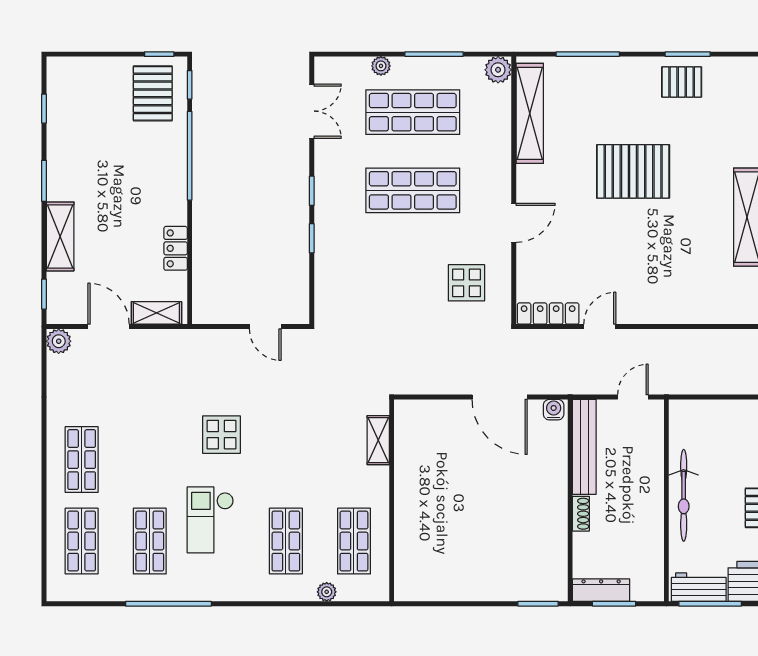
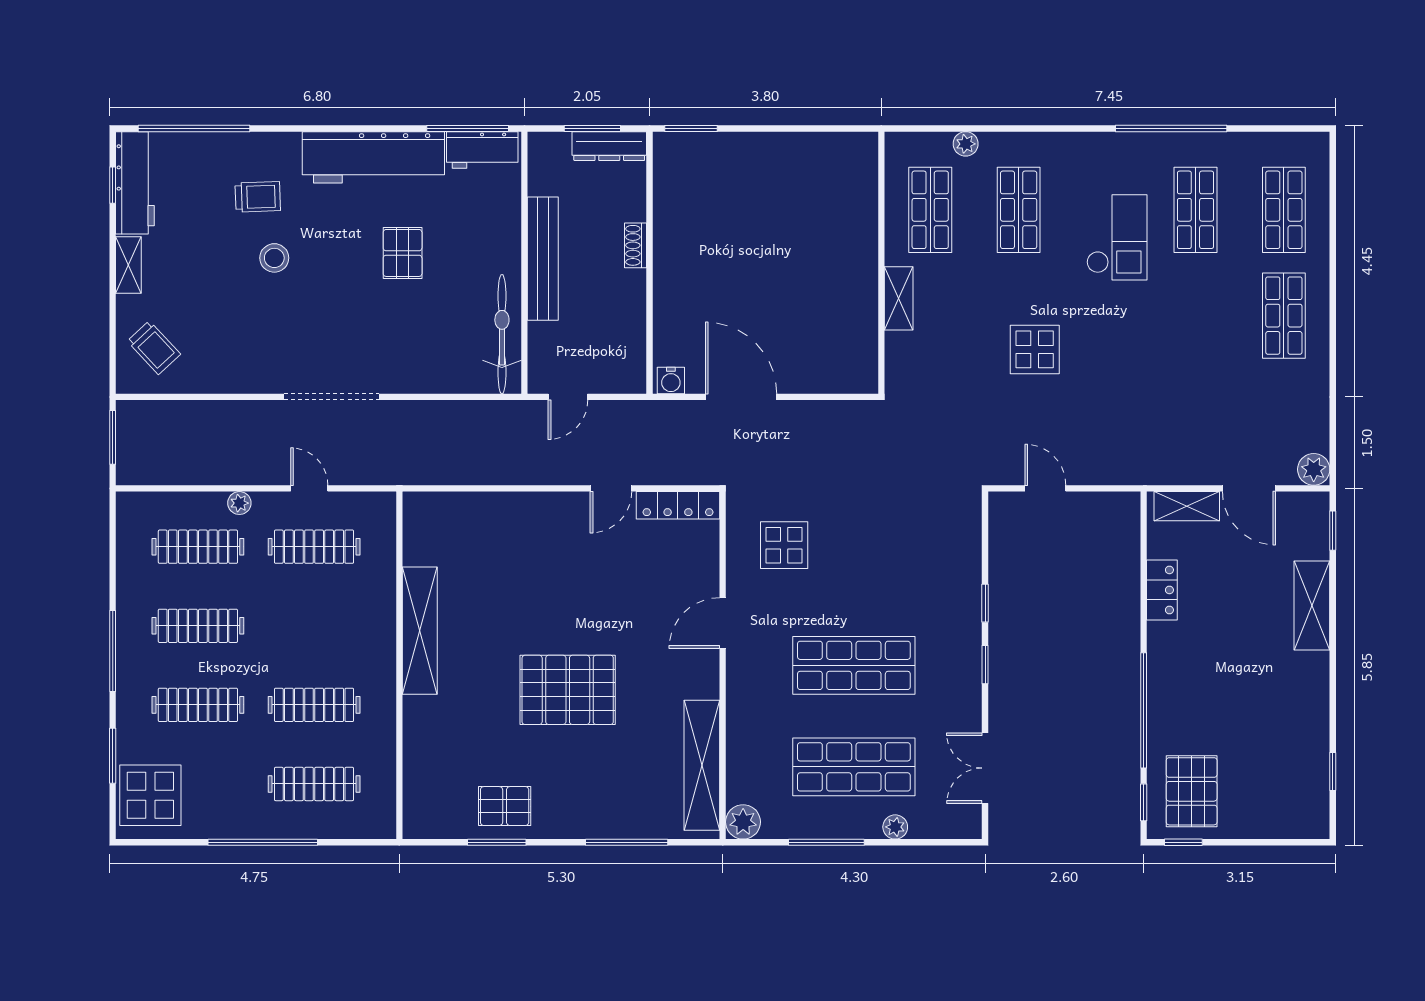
window: (44, 181) -> (1333, 678), removed
display table: (221, 435) -> (1035, 349), moved
shelving: (378, 440) -> (899, 298), moved
bench: (584, 447) -> (543, 259), moved
bicycle: (684, 495) -> (502, 334), moved

